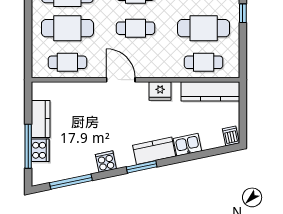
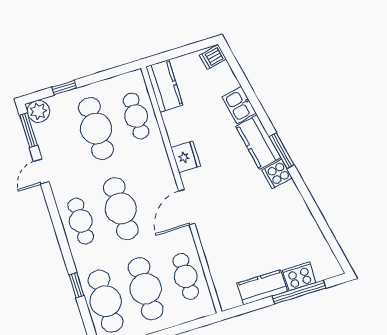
cafe table: (136, 28) -> (121, 209), width x1.37, depth x1.35
kitchen counter: (210, 91) -> (164, 86), width x0.67
cooker: (106, 162) -> (277, 174), moved
window: (71, 182) -> (325, 229), removed

